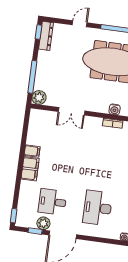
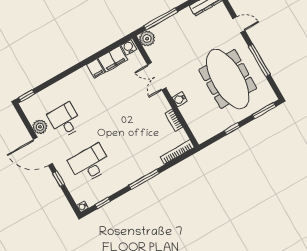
water cooler: (115, 109) -> (180, 99), moved
water cooler: (35, 116) -> (129, 47), added
filing cabinet: (30, 169) -> (113, 59), moved
window: (35, 231) -> (59, 179), moved

